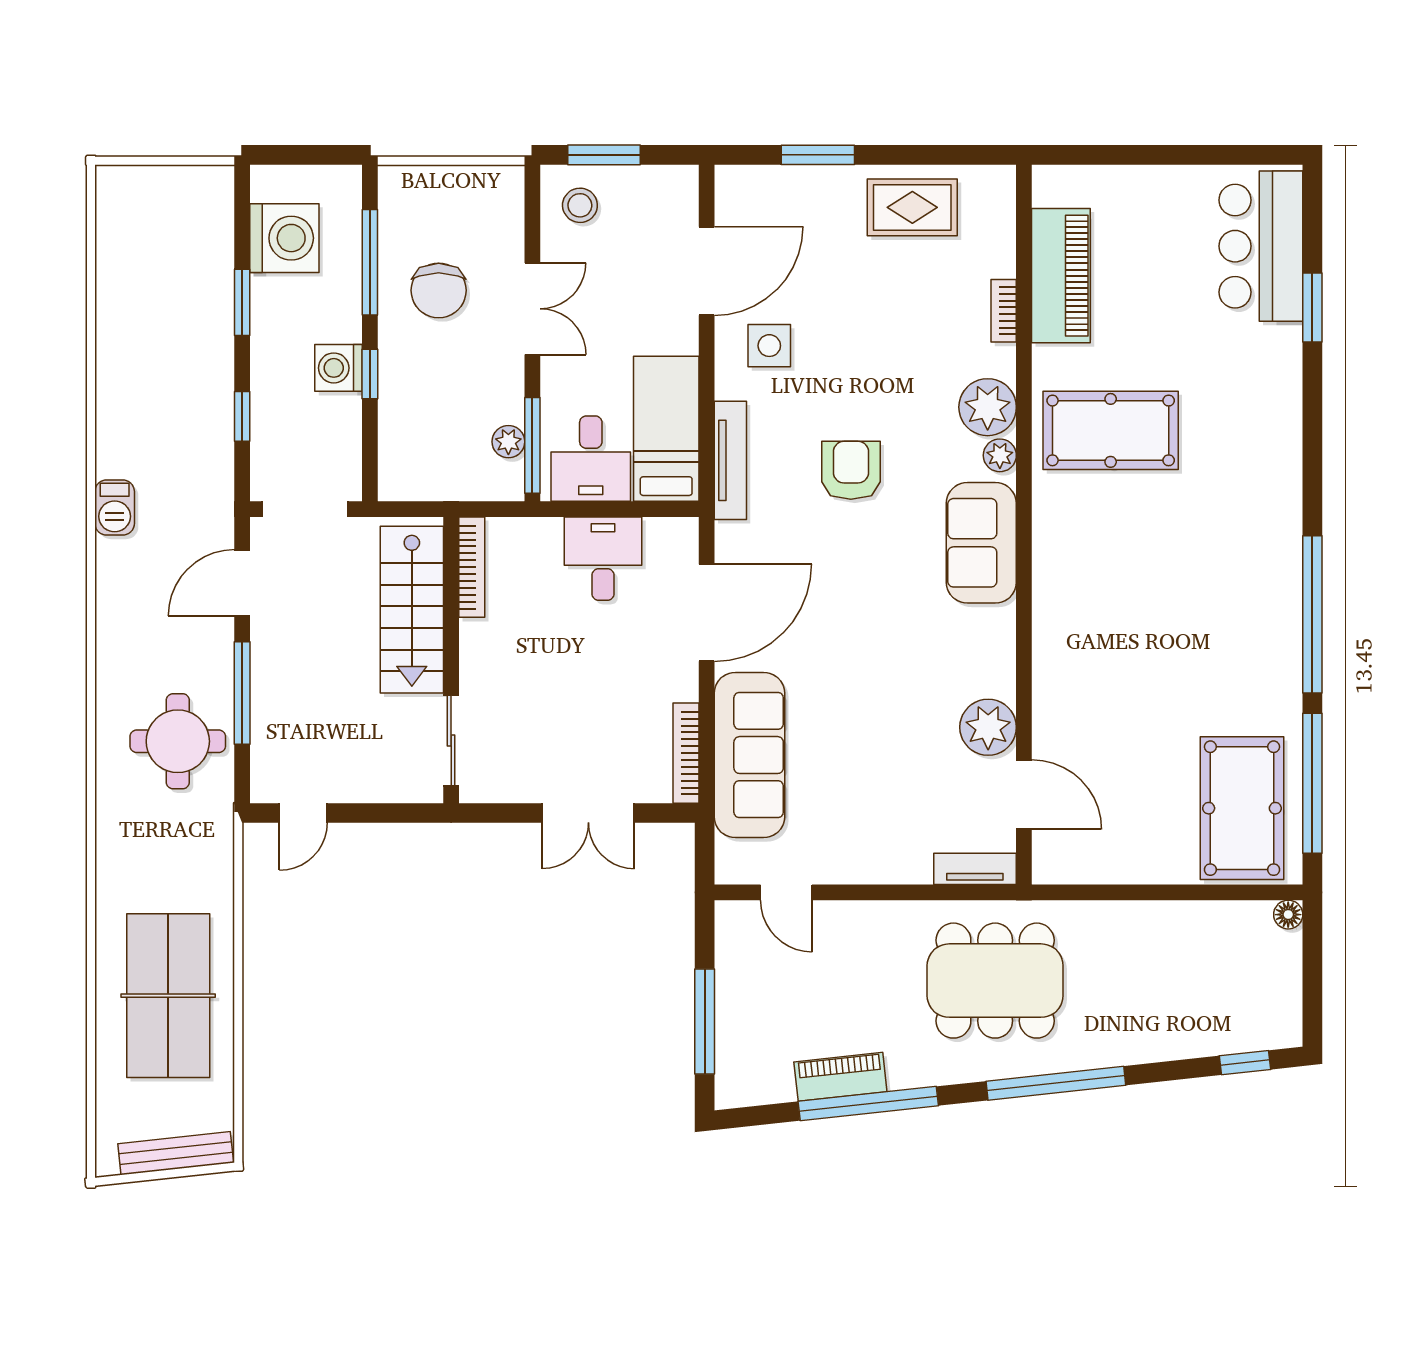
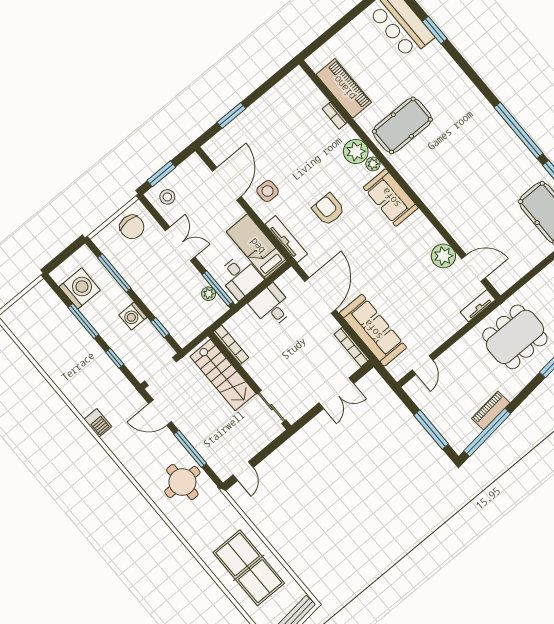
rug: (912, 207) -> (277, 107), removed
chair: (439, 290) -> (132, 227), moved
window: (242, 302) -> (83, 321), width x1.44
window: (370, 374) -> (160, 328), moved
door: (242, 583) -> (160, 413), hinge flipped
door: (786, 892) -> (423, 365), hinge flipped
window: (868, 1104) -> (487, 432), moved

